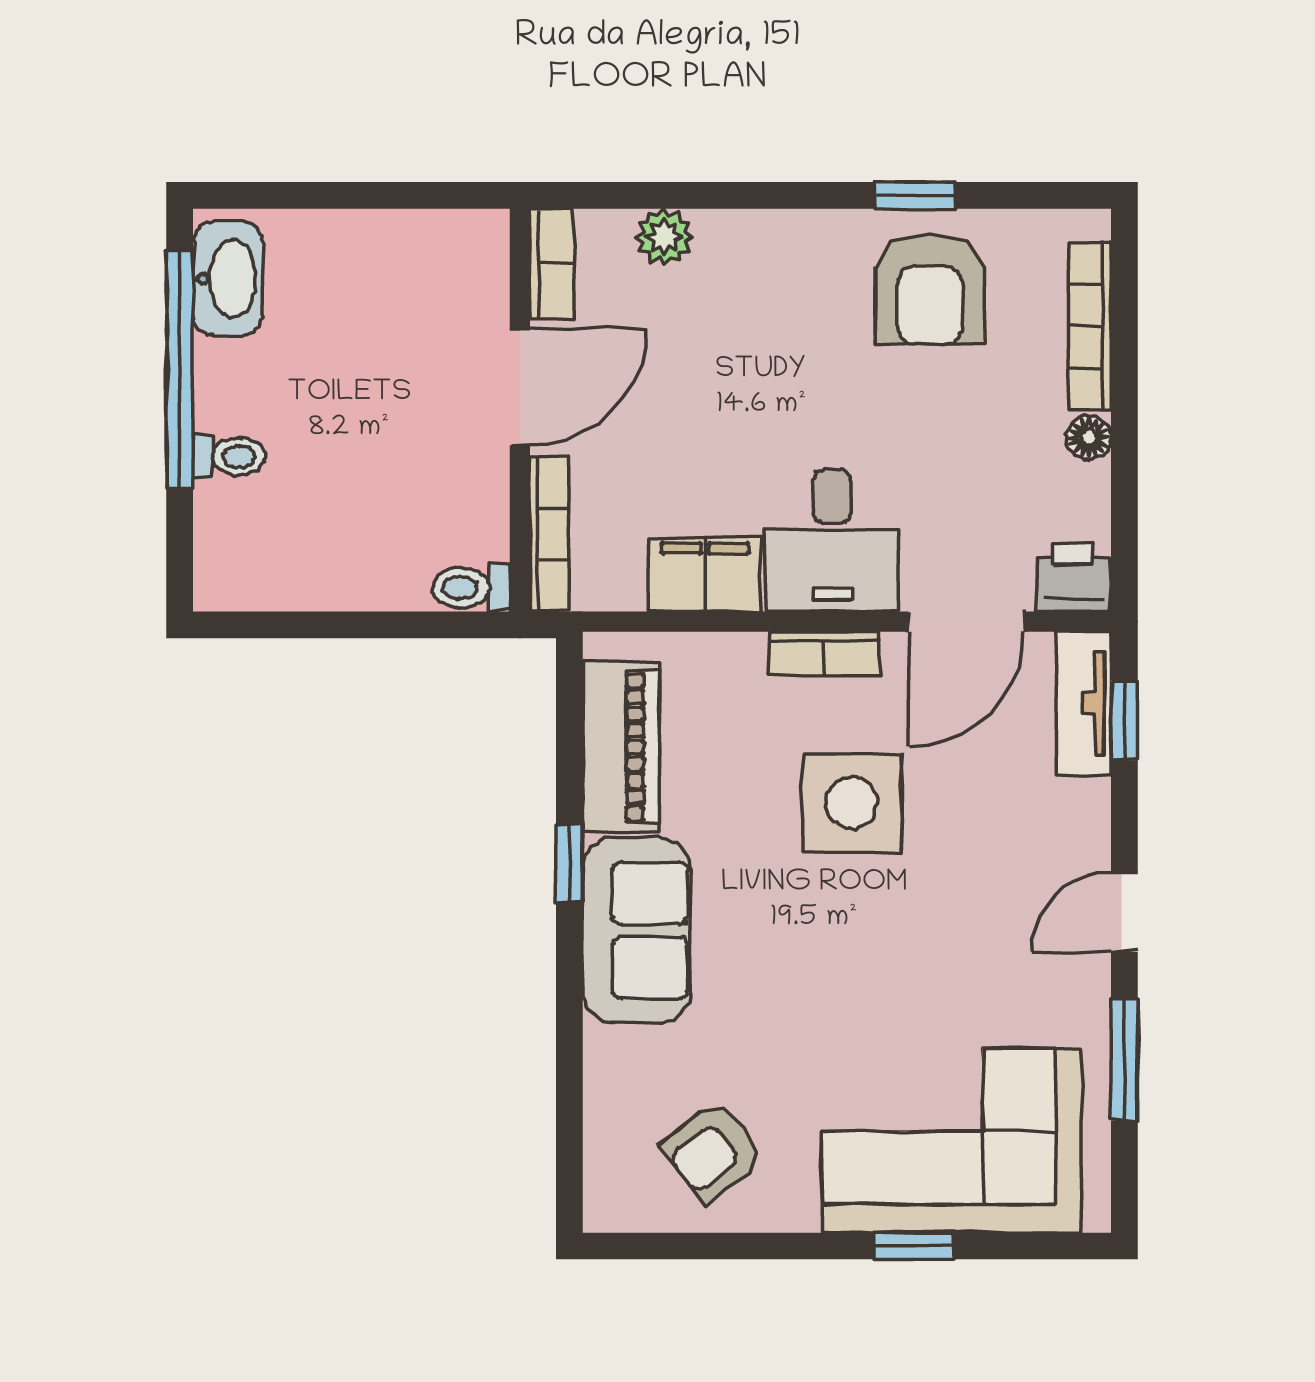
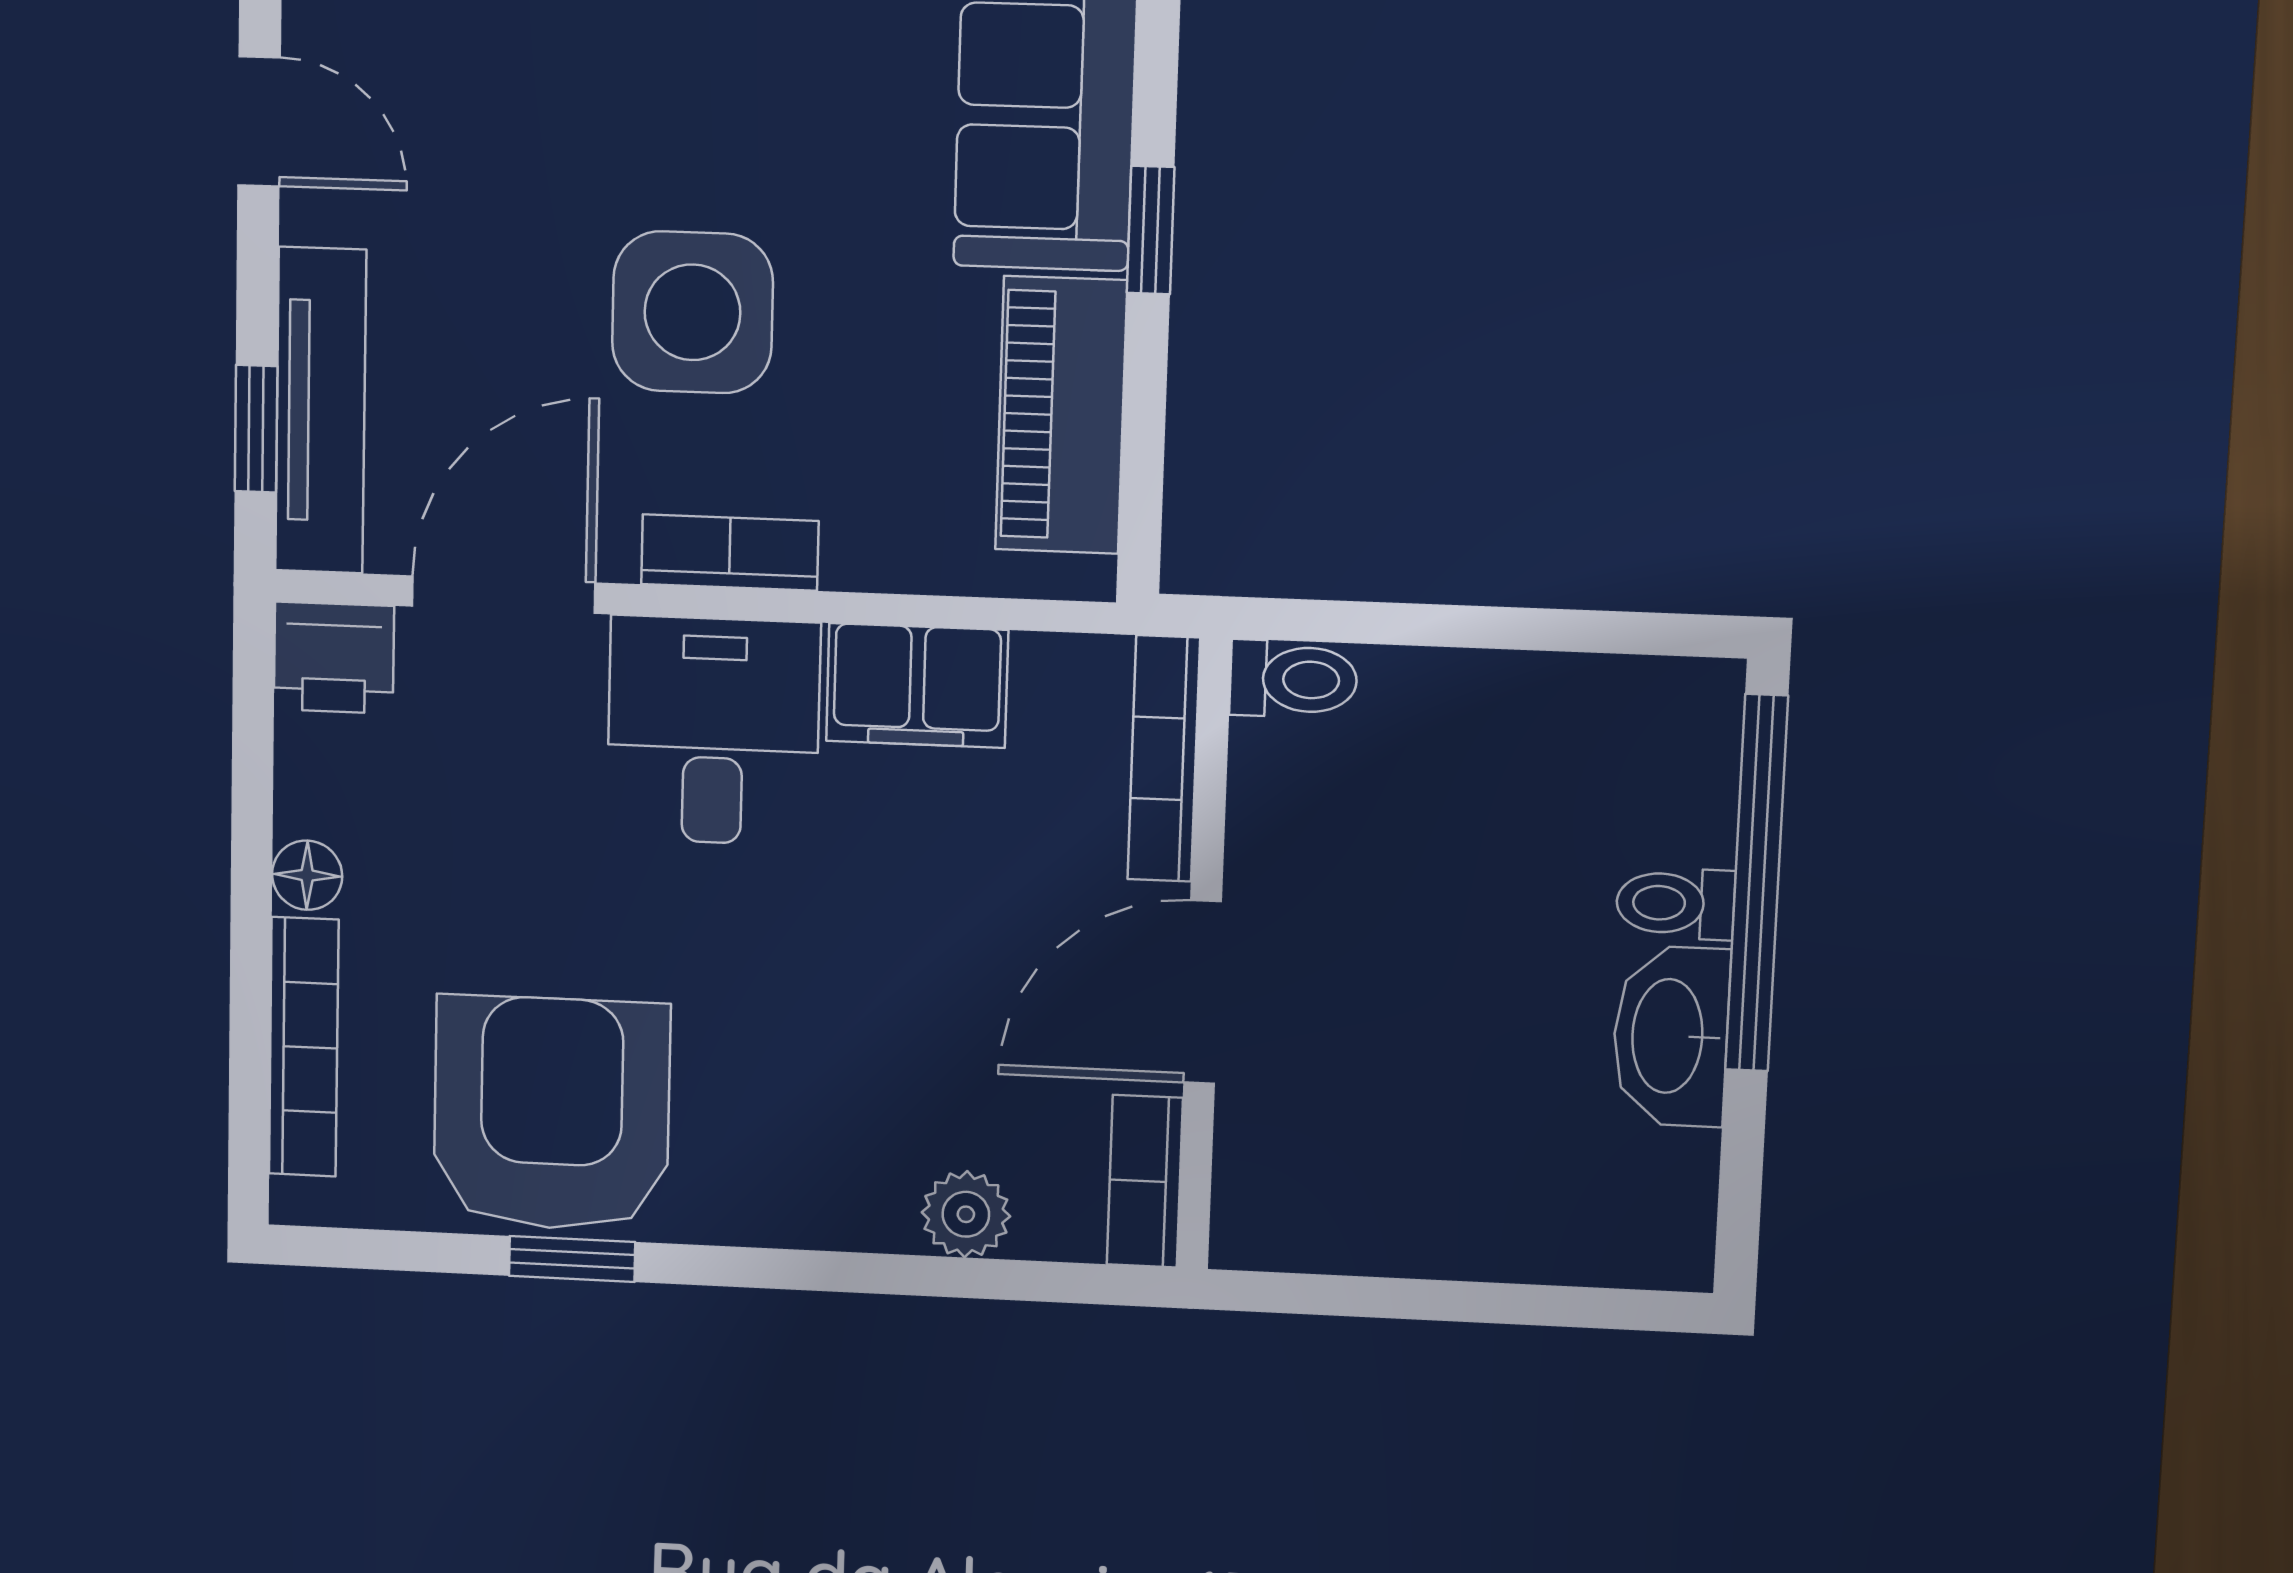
washbasin: (228, 278) -> (1671, 1036), moved
armchair: (930, 290) -> (552, 1114), width x1.36, depth x1.36
window: (180, 369) -> (1757, 883), moved
tv unit: (1084, 704) -> (321, 411), width x1.41
door: (1124, 912) -> (259, 121), hinge flipped

